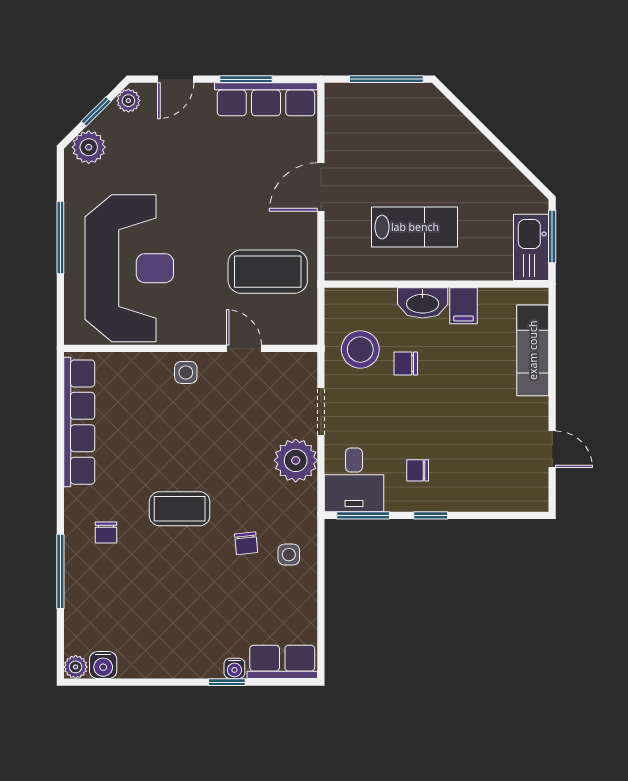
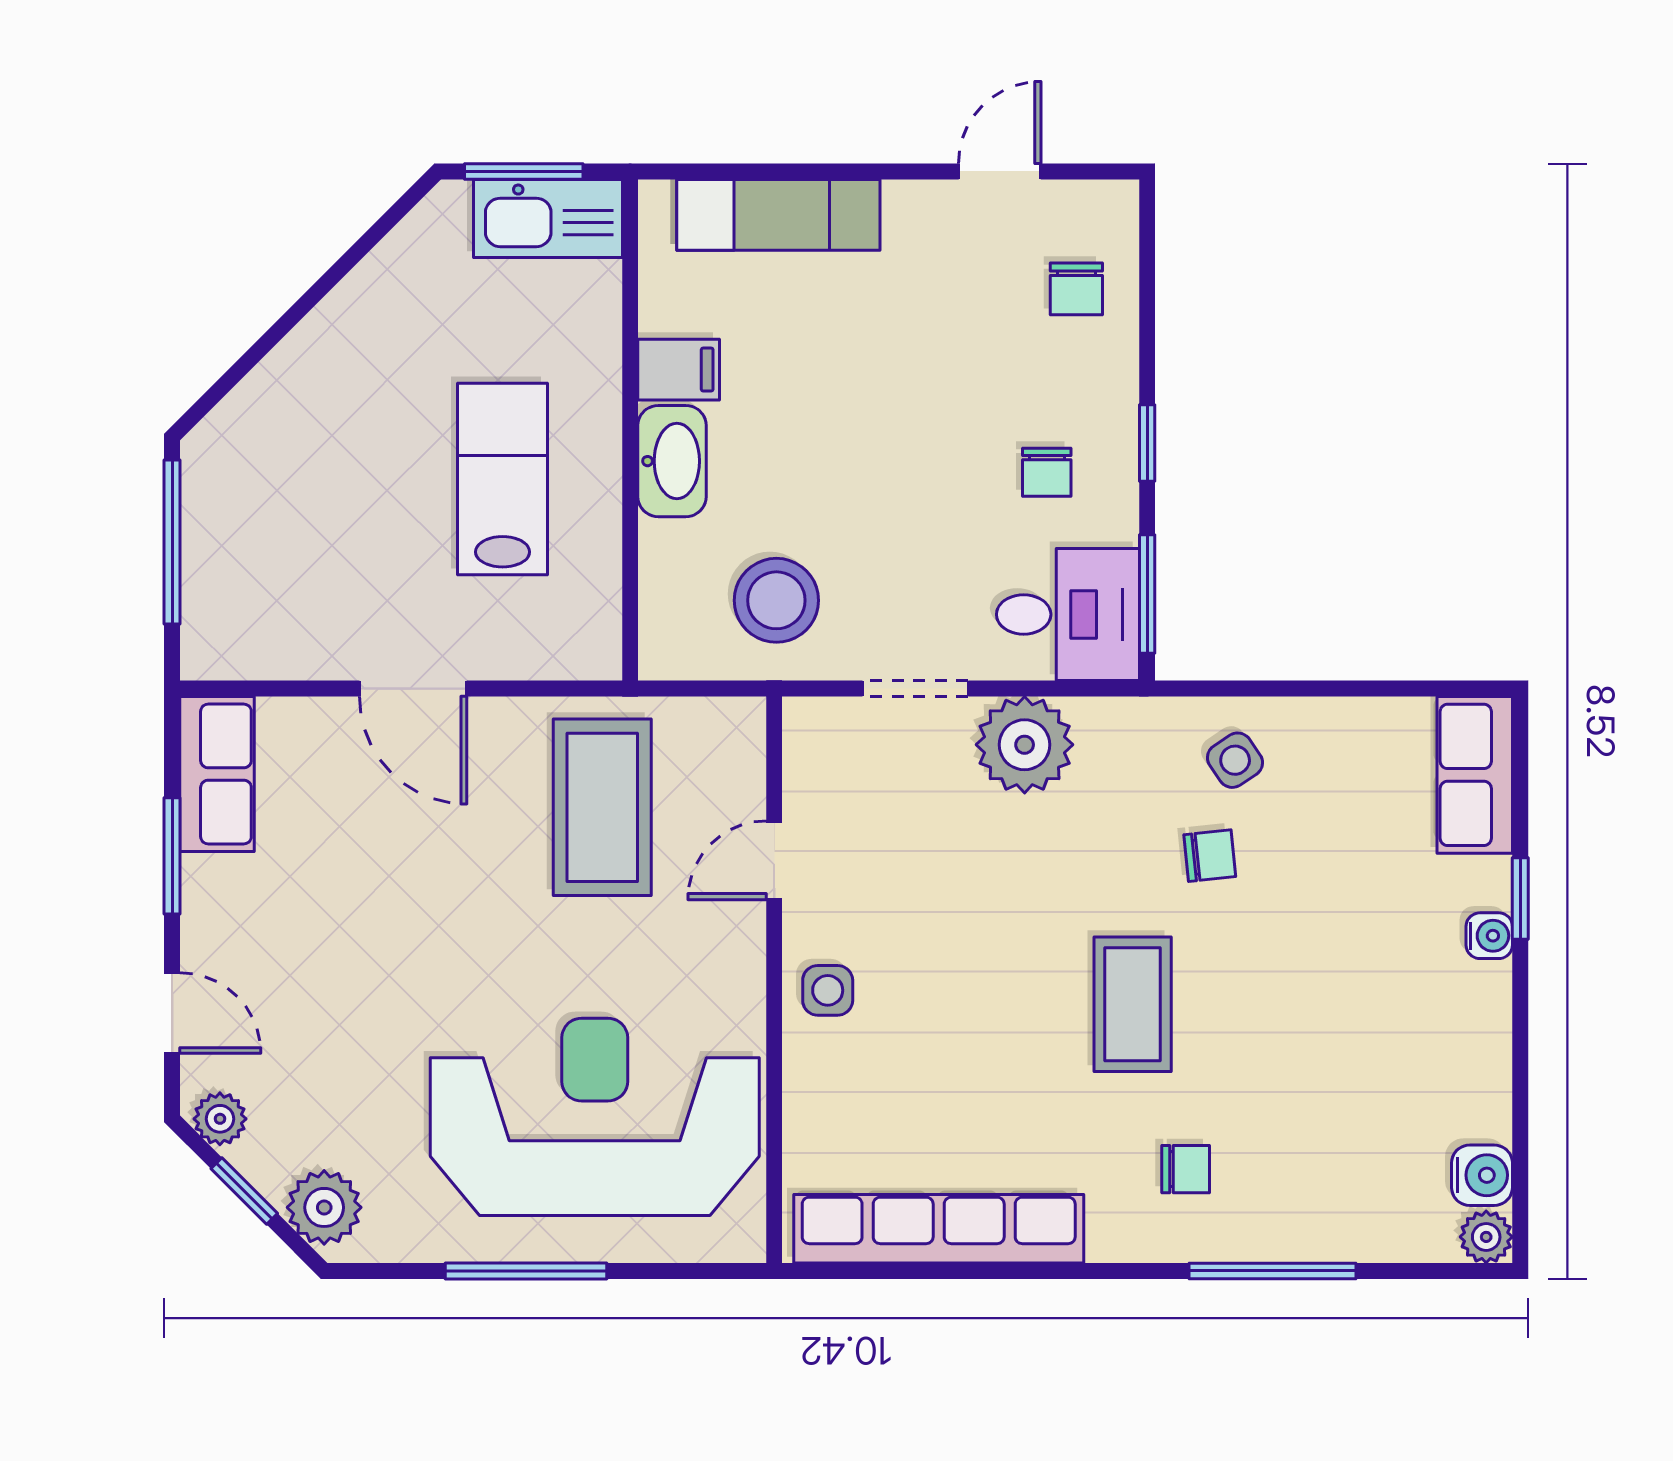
row of seats: (266, 99) -> (217, 774), width x0.68
chair: (406, 364) -> (1076, 289), moved
side table: (289, 555) -> (1235, 760), turned -34
water cooler: (234, 668) -> (1489, 936), moved

